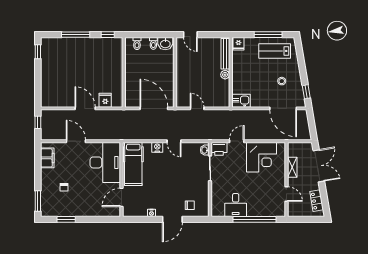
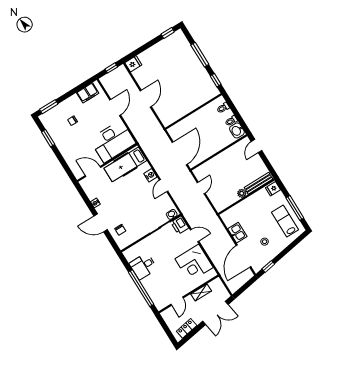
fridge: (105, 100) -> (133, 64), moved
kitchen sink: (241, 101) -> (237, 233), moved

